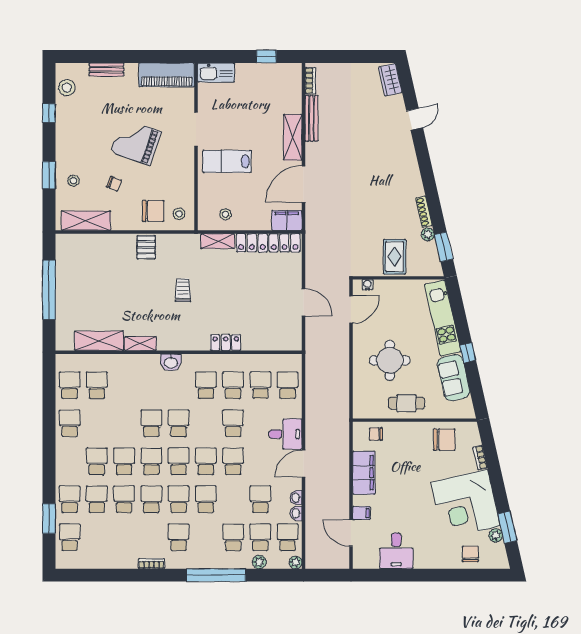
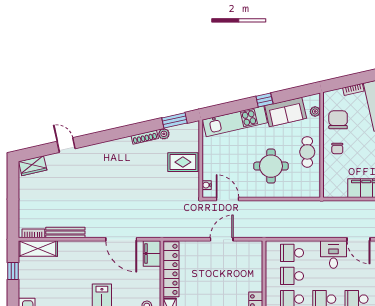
shelving: (293, 137) -> (38, 248), moved
plant: (454, 413) -> (315, 111), added
chair: (376, 434) -> (337, 148), moved

